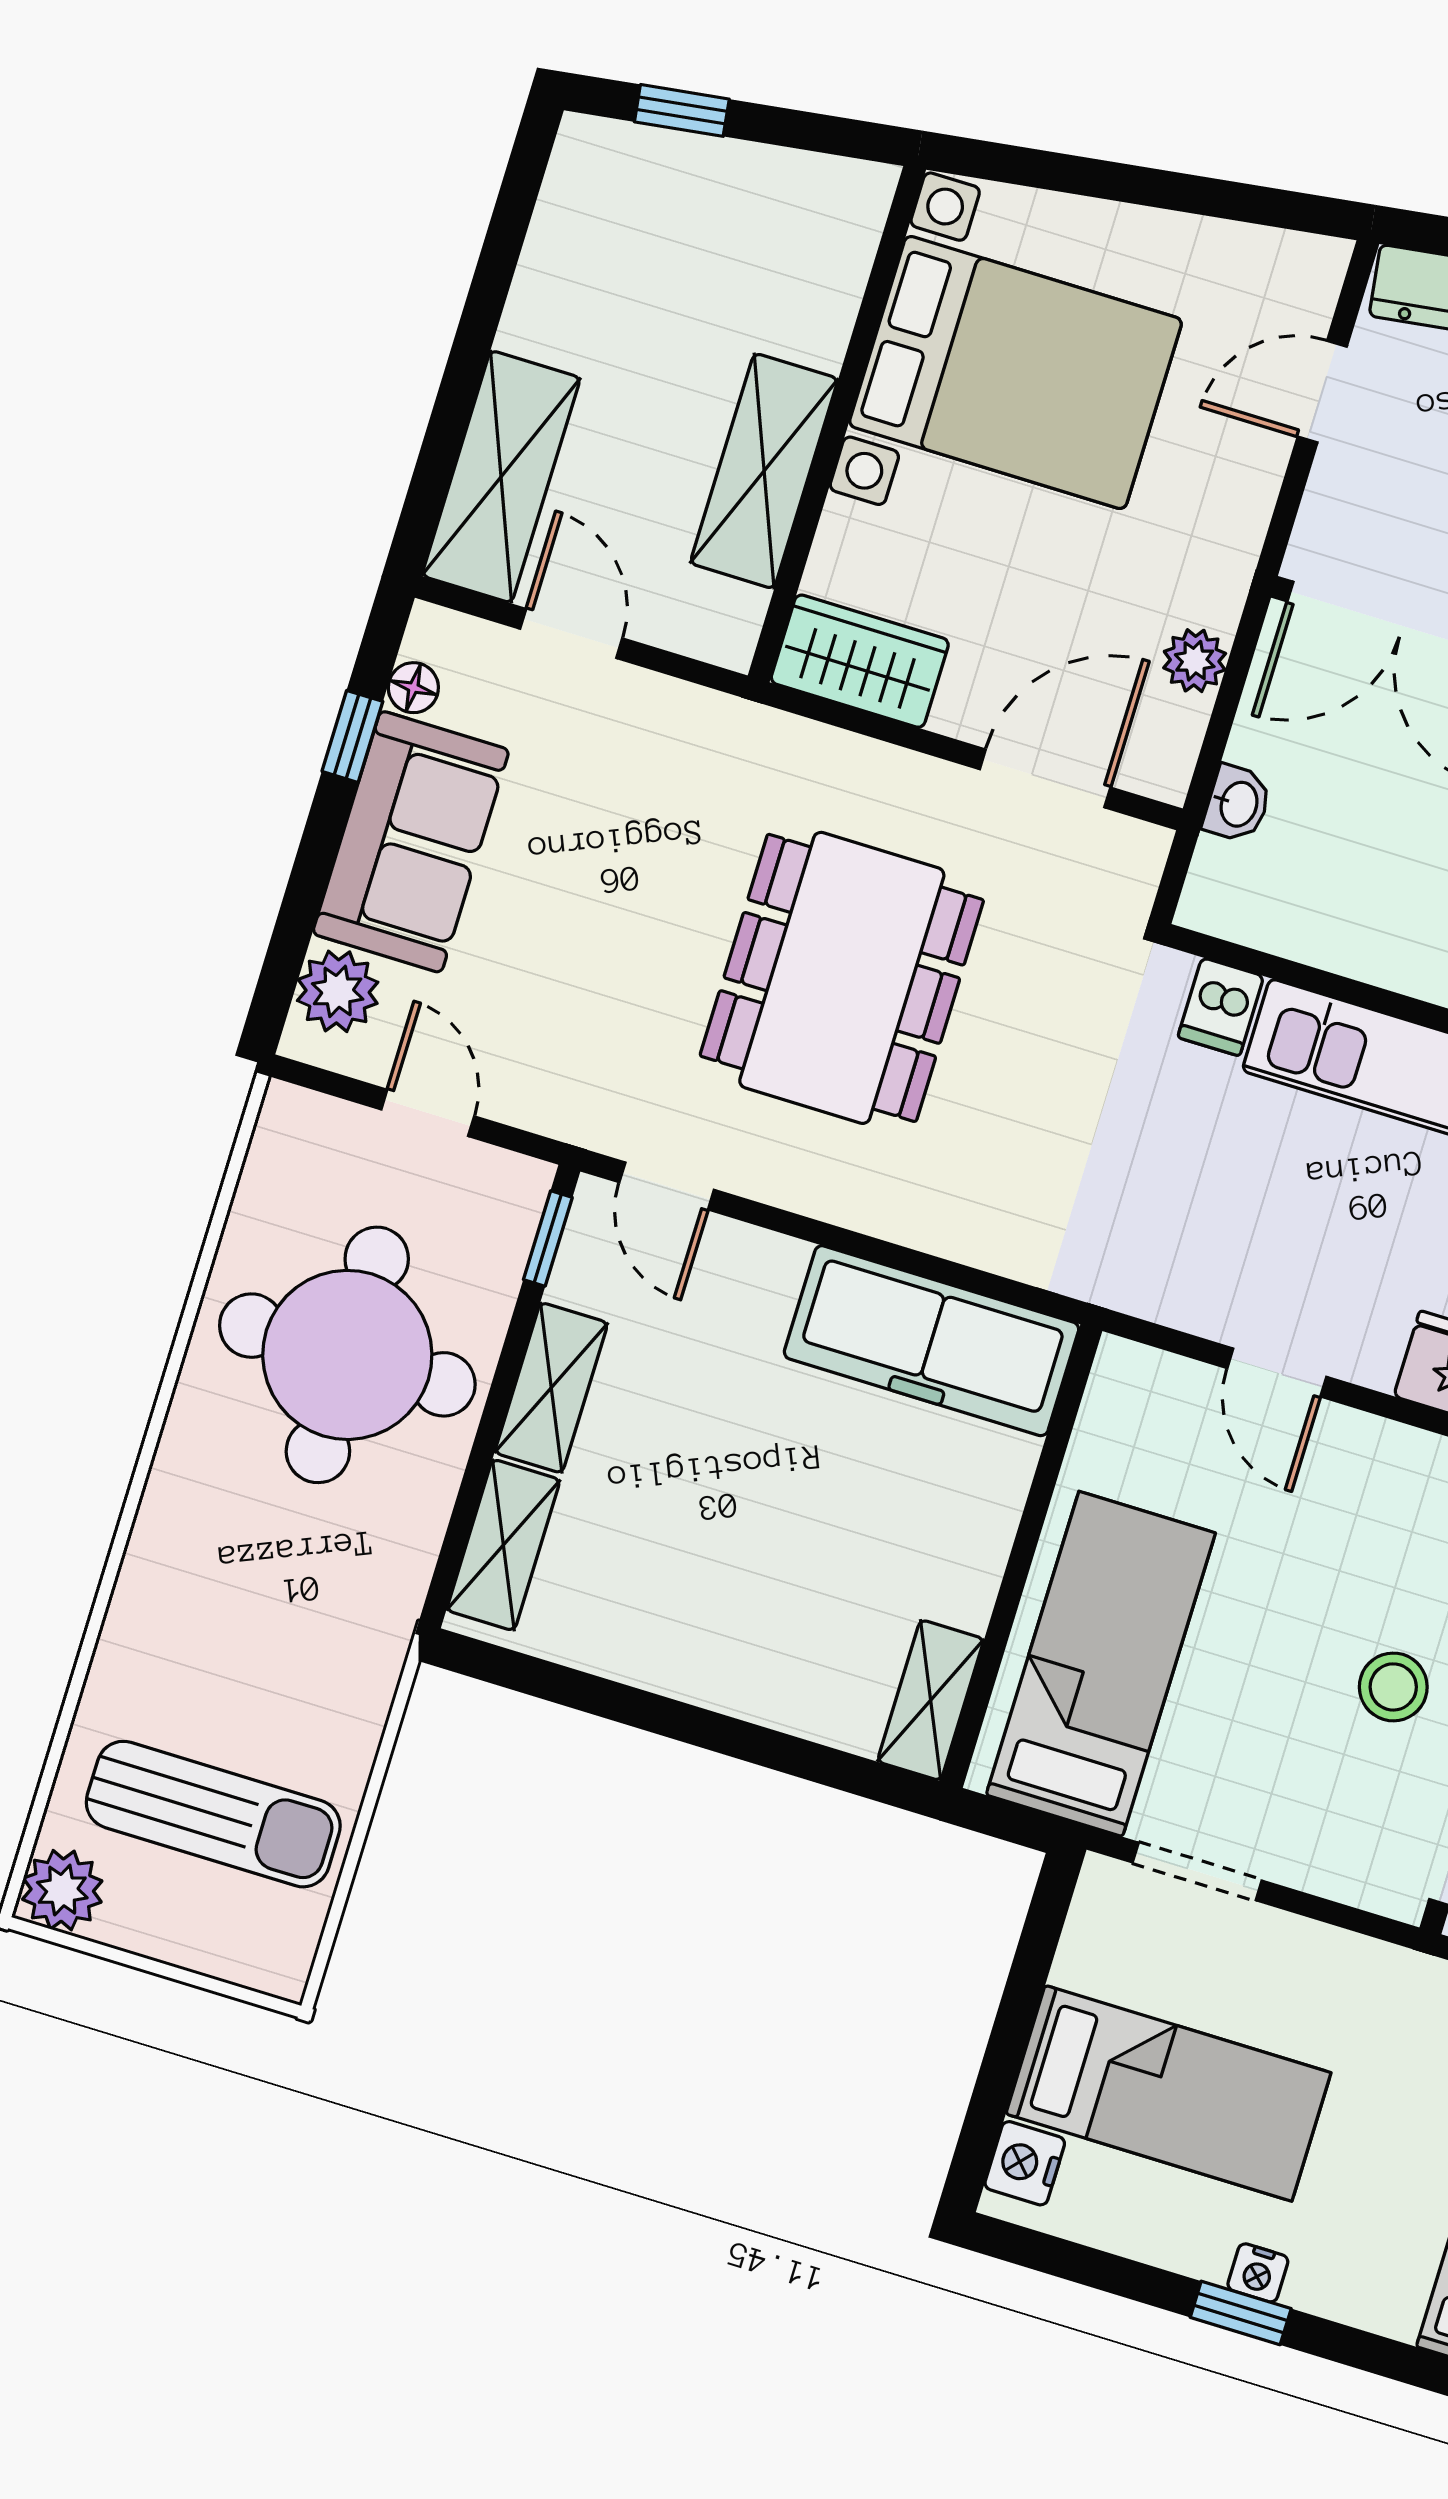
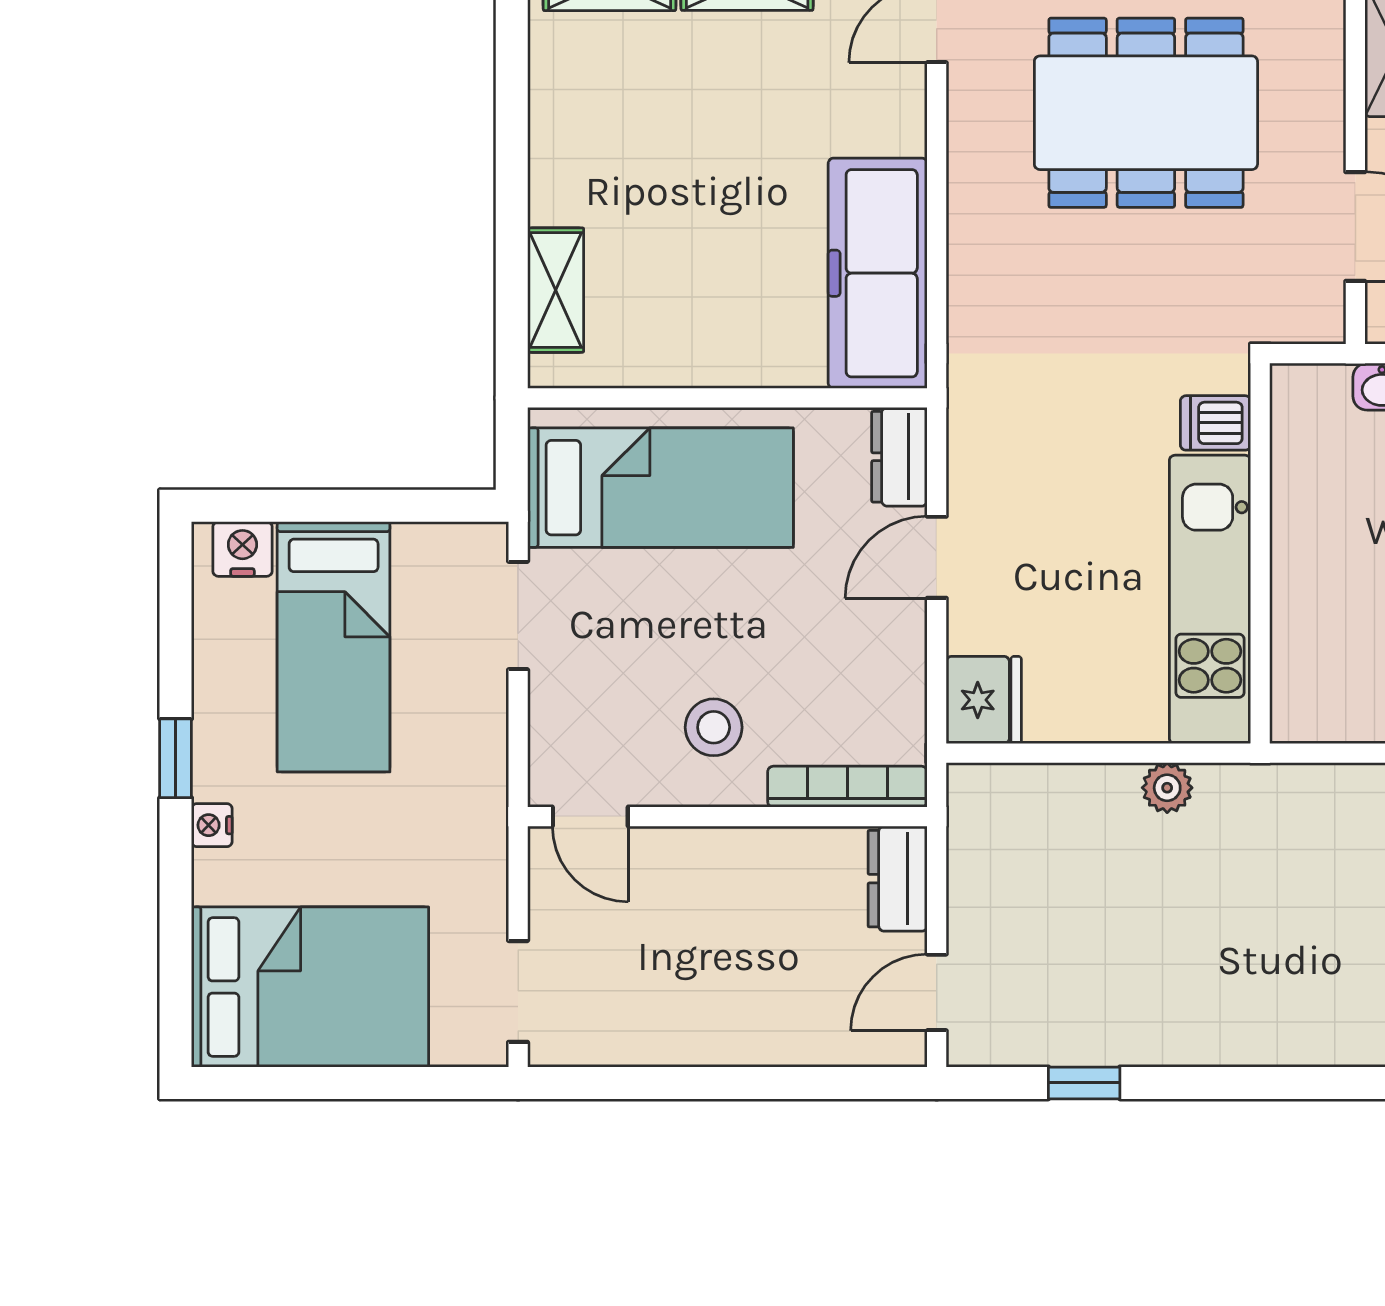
dresser: (1149, 1380) -> (899, 457), added
shelving: (931, 1700) -> (556, 290), moved, turned 90
nightstand: (1258, 2273) -> (212, 825), moved

